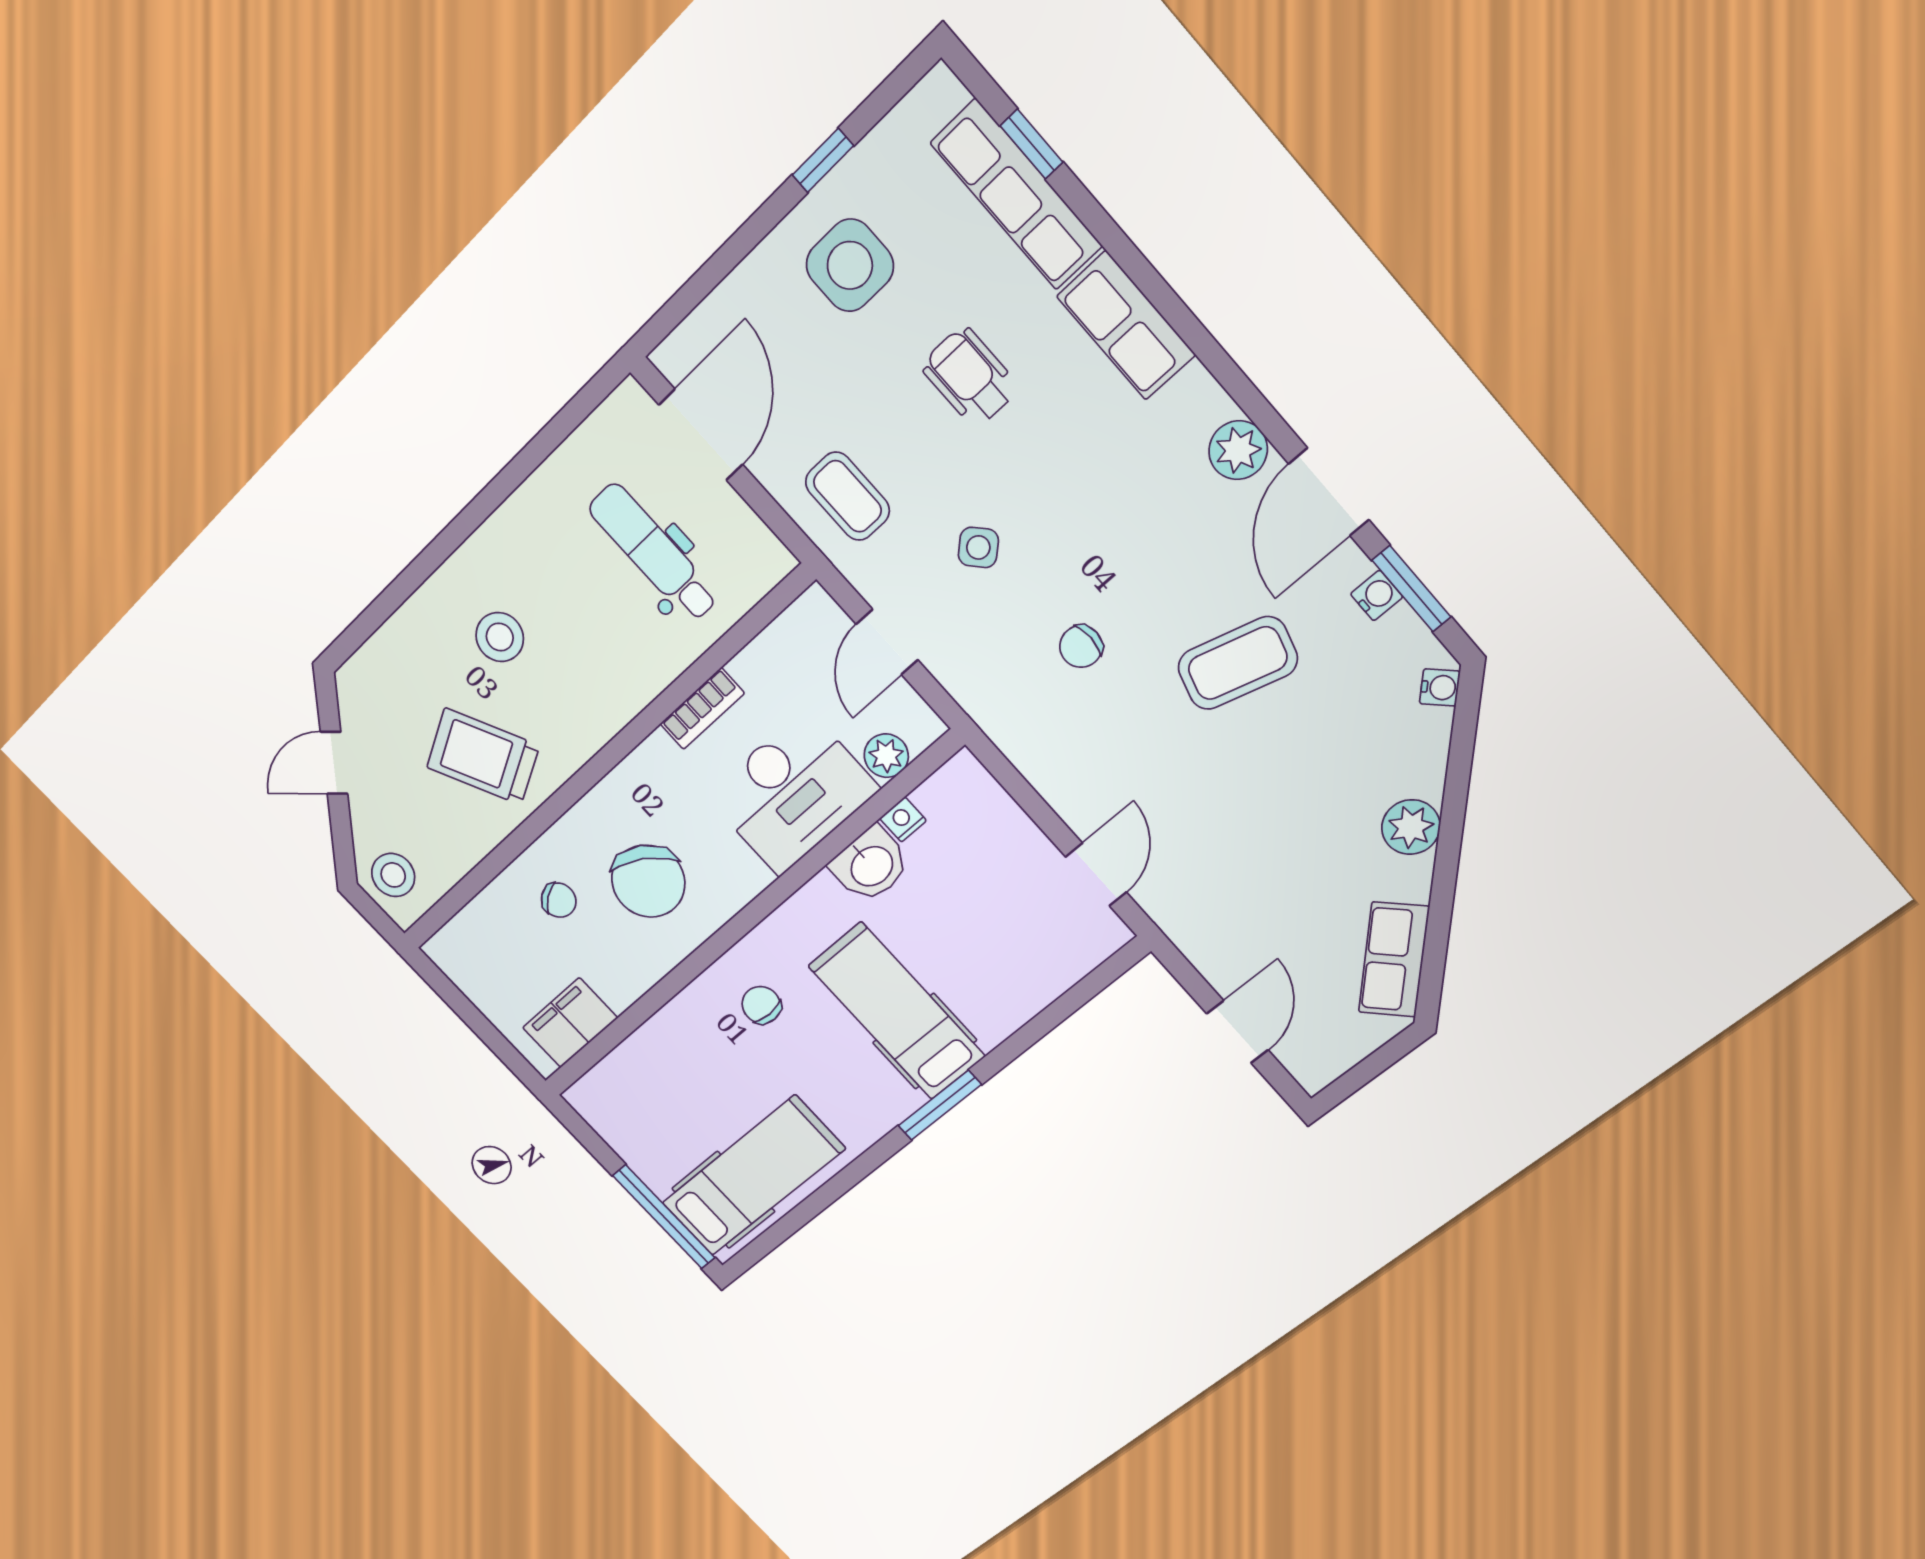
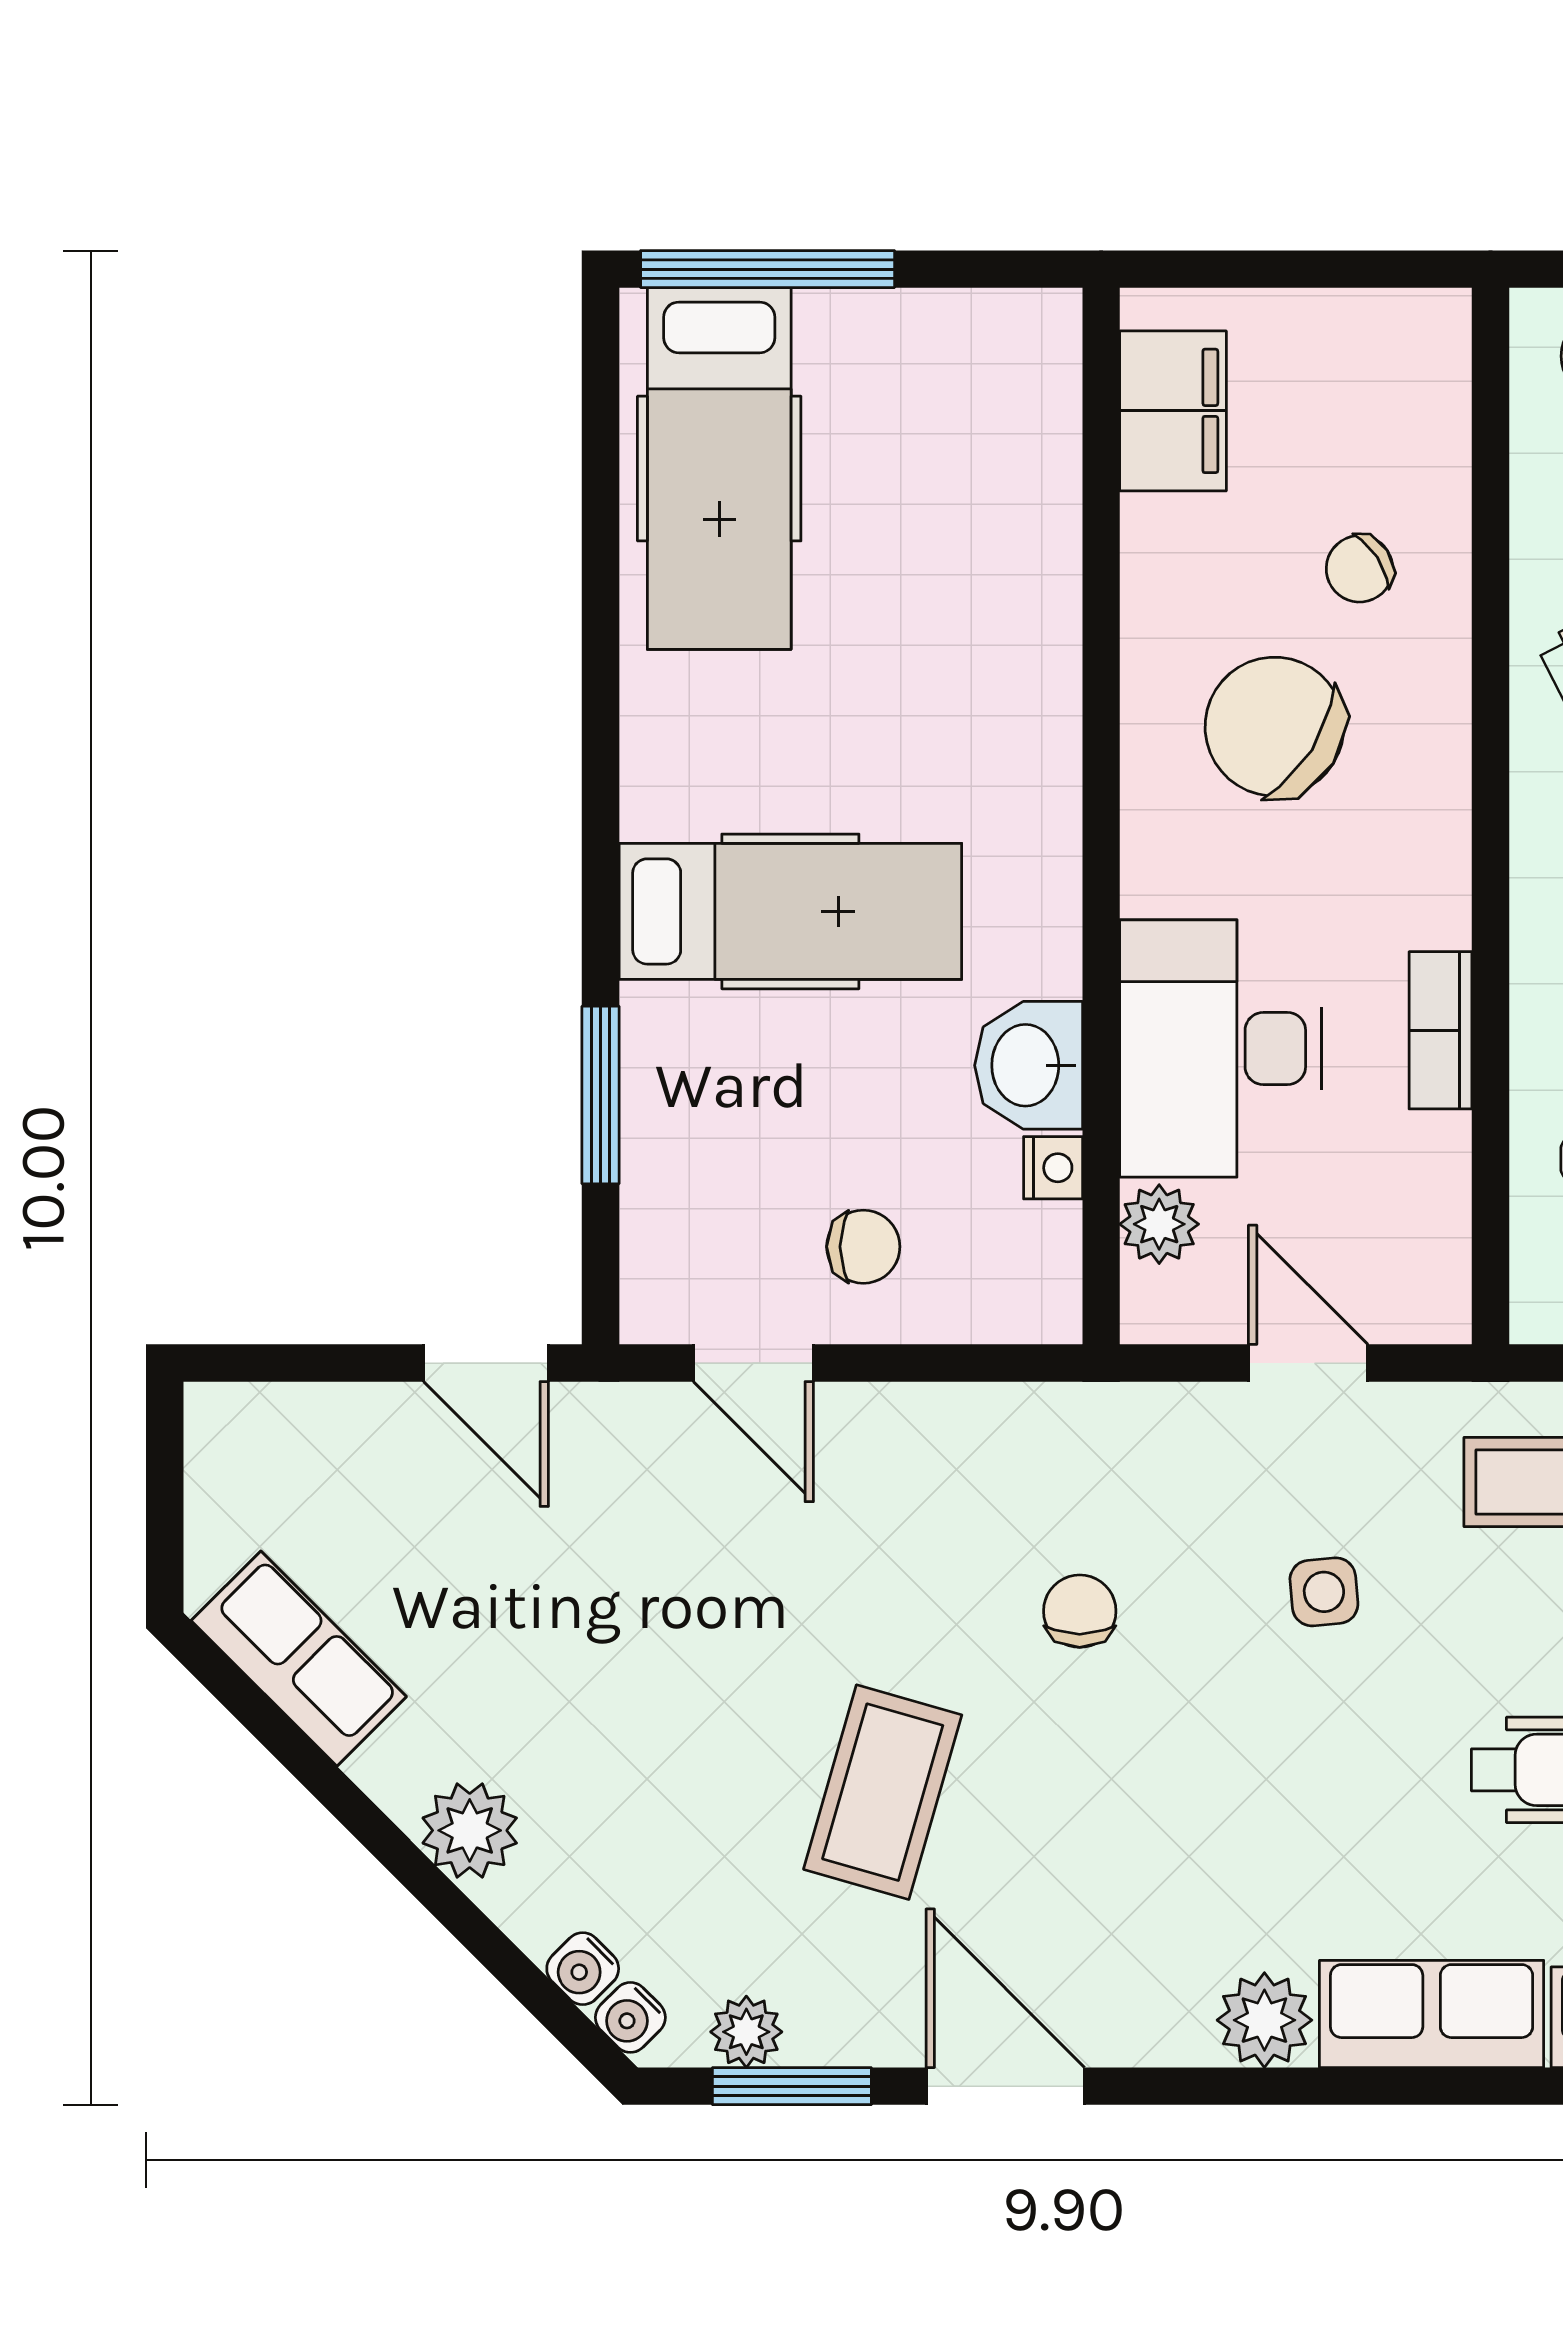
plant: (1238, 450) -> (1264, 2020), moved
side table: (978, 547) -> (1324, 1592), turned 37
water cooler: (1377, 595) -> (583, 1969), moved, turned 45
plant: (1403, 630) -> (746, 2032), added
chair: (761, 1005) -> (863, 1247), moved
door: (1237, 1032) -> (486, 1363), moved
window: (940, 1105) -> (600, 1095), moved

